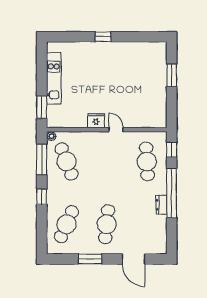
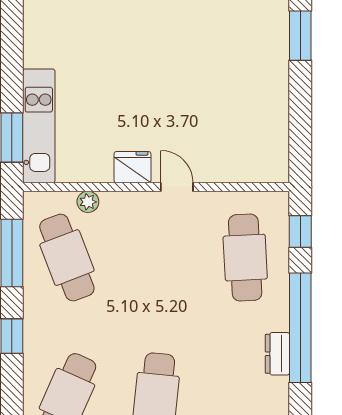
window: (172, 75) -> (300, 36), moved
kitchen unit: (54, 78) -> (39, 126), moved
plant: (51, 136) -> (88, 202), moved

